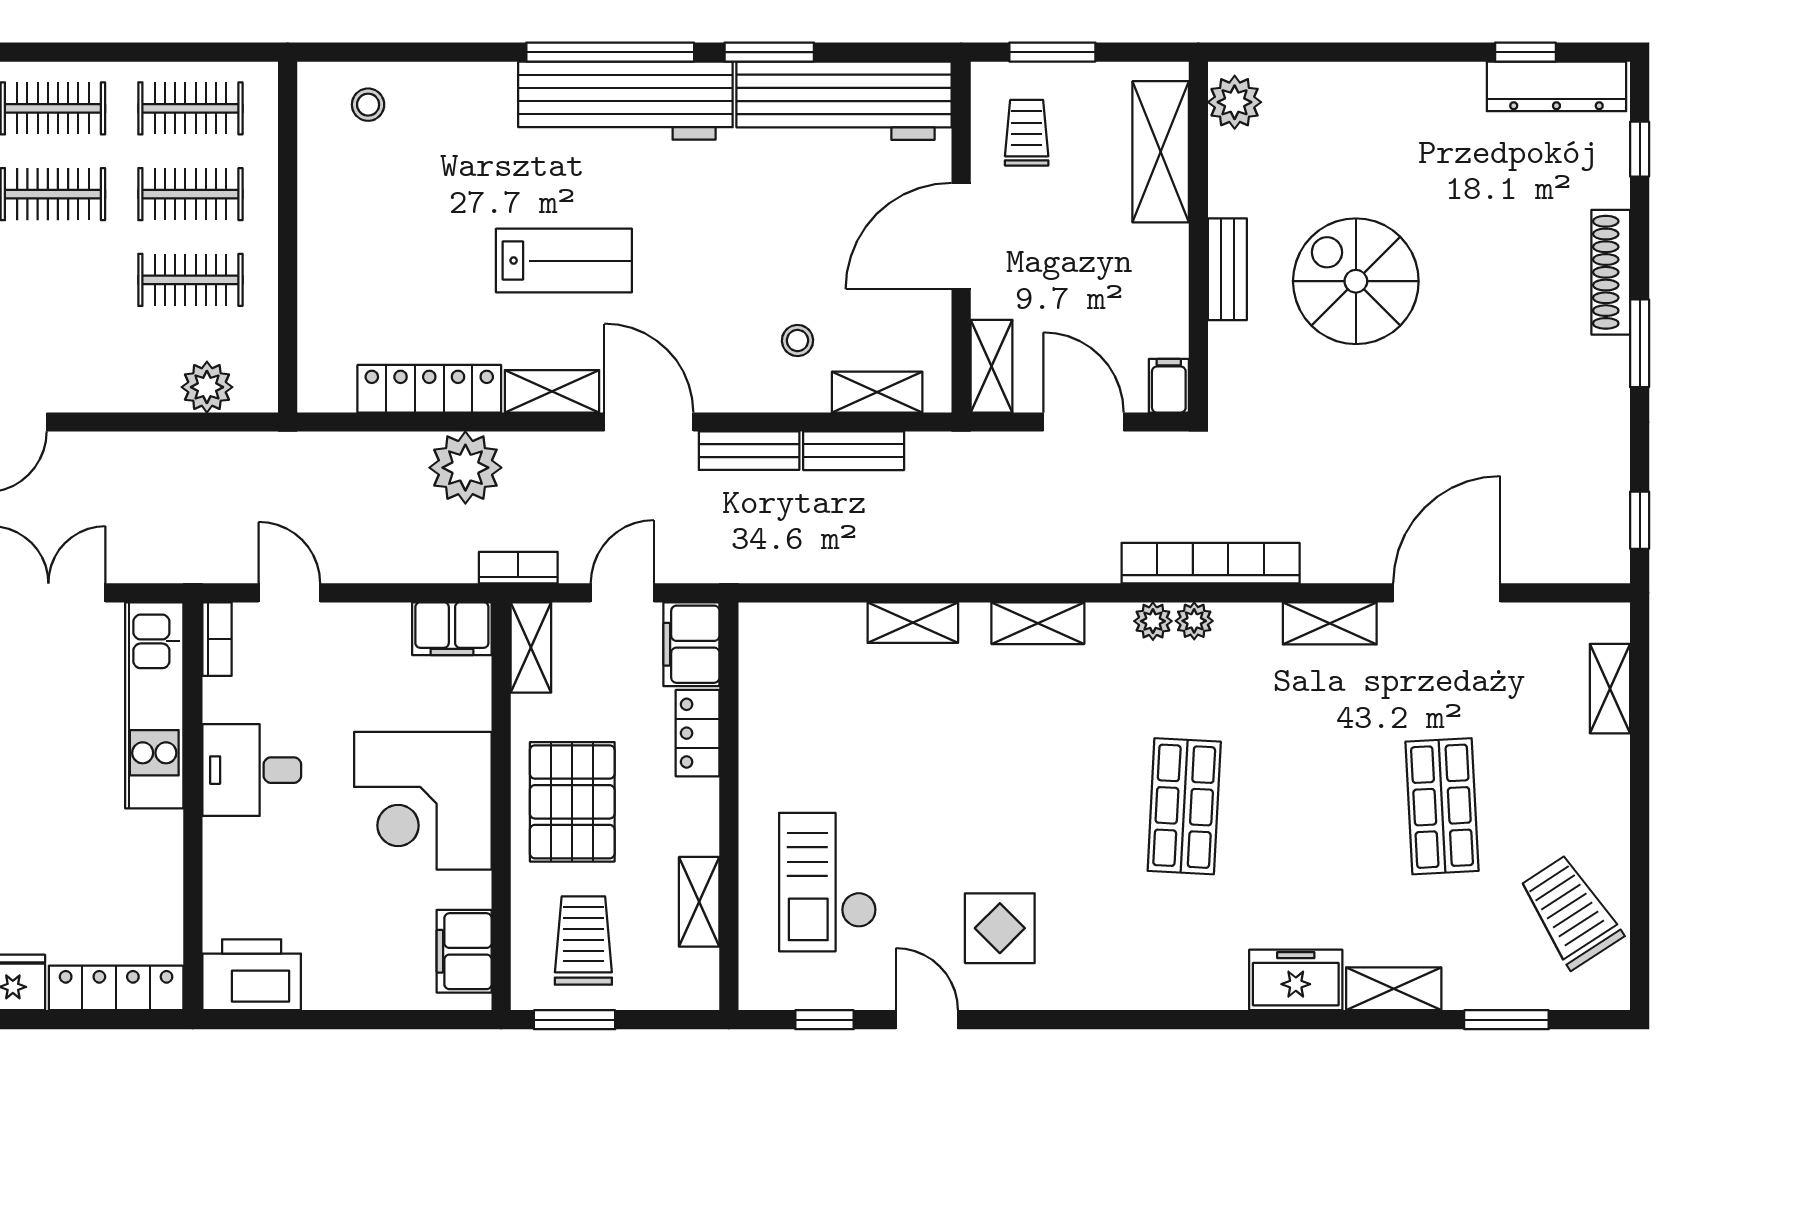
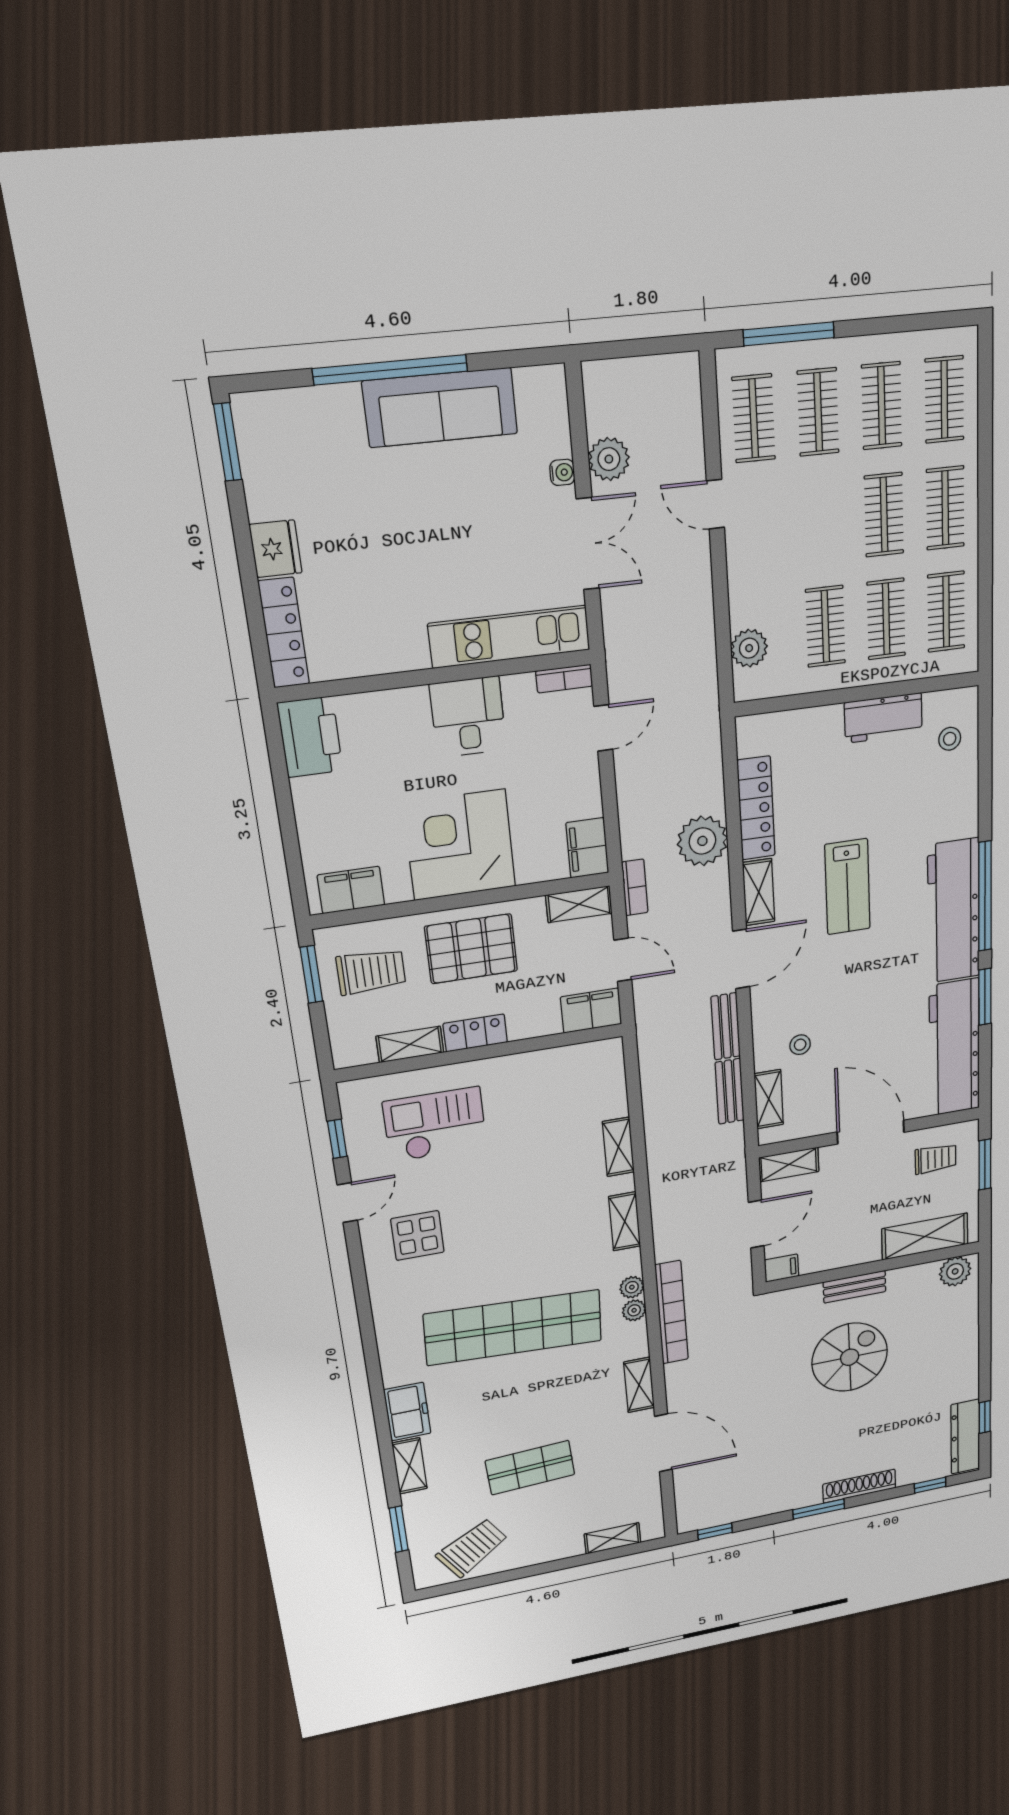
workbench: (326, 201) -> (883, 718), added
locker: (698, 733) -> (475, 1033), moved
shop shelf: (1184, 806) -> (513, 1327), width x2.00, depth x1.36

